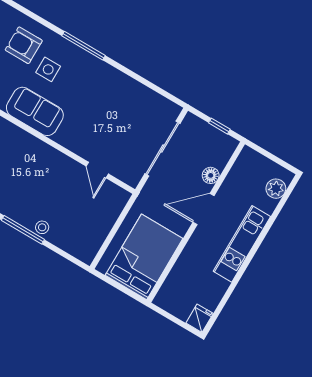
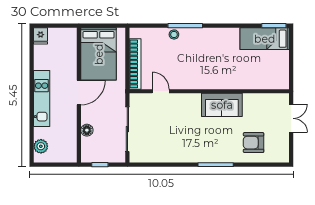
armchair: (24, 45) -> (254, 143), turned 180
side table: (48, 69) -> (229, 136), removed
door: (203, 209) -> (79, 93), moved
bookcase: (108, 220) -> (135, 64), added

